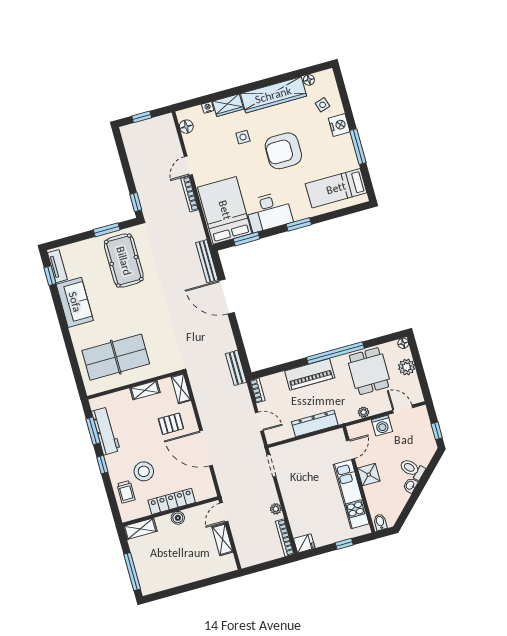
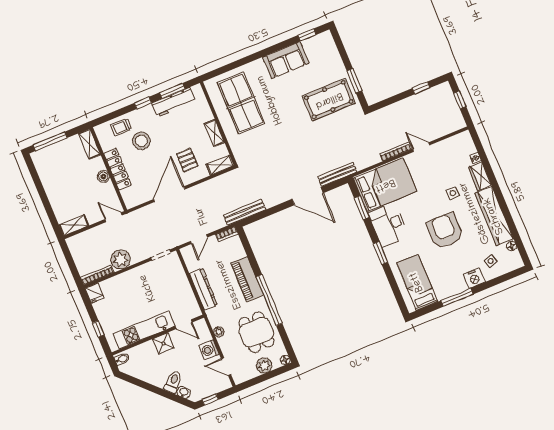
floor lamp: (186, 127) -> (456, 141), removed
window: (136, 202) -> (421, 88), moved
tv unit: (57, 266) -> (316, 41), removed
door: (227, 297) -> (308, 196), swing flipped
bench: (236, 368) -> (245, 212), width x1.36
dining table: (369, 371) -> (256, 332), turned 90
door: (403, 409) -> (226, 367), swing flipped
washbasin: (410, 485) -> (184, 392), moved
plant: (276, 509) -> (121, 259), width x1.87, depth x1.87
shelving: (222, 539) -> (74, 225), moved

